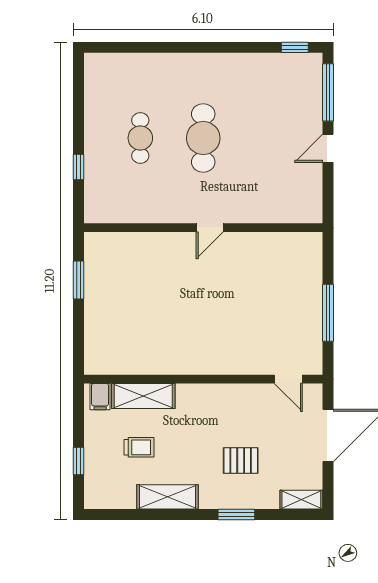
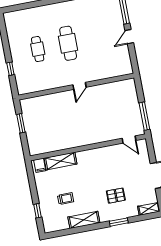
wall: (203, 379) -> (88, 147), moved
door: (288, 379) -> (129, 139), moved
shelving: (143, 396) -> (60, 161), moved
filing cabinet: (100, 397) -> (40, 165), moved

